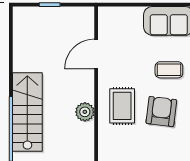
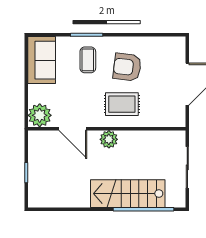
plant: (110, 19) -> (40, 115), added
plant: (85, 112) -> (109, 139), moved

